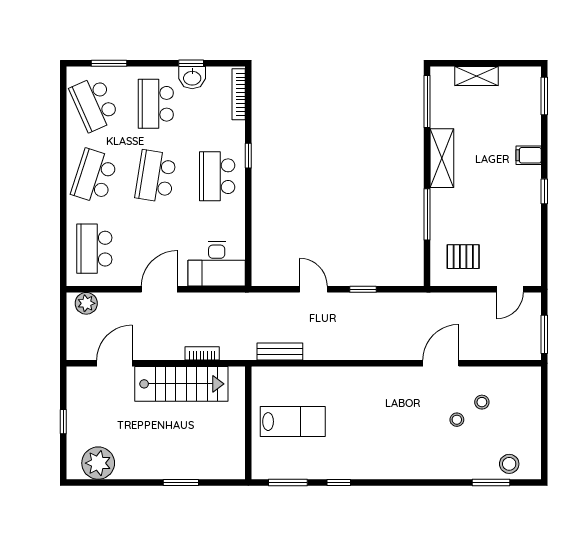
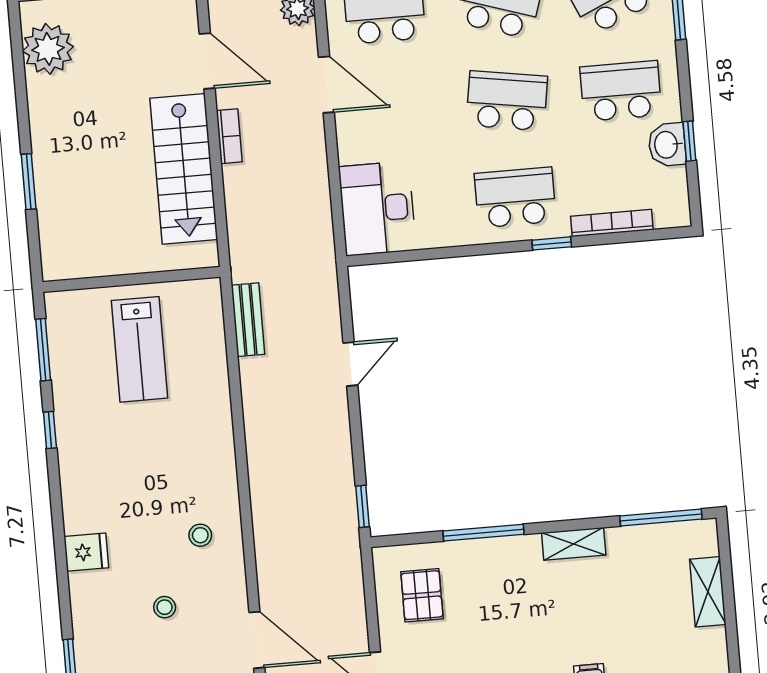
bookcase: (239, 94) -> (612, 223), moved
shelving: (442, 158) -> (574, 544), width x0.67, depth x0.75
door: (159, 289) -> (326, 85), moved
window: (363, 289) -> (363, 506), moved
bookcase: (202, 353) -> (229, 136), moved
door: (441, 363) -> (257, 640), moved
stool: (482, 402) -> (200, 535), moved
fridge: (418, 466) -> (86, 552), added

